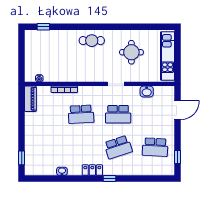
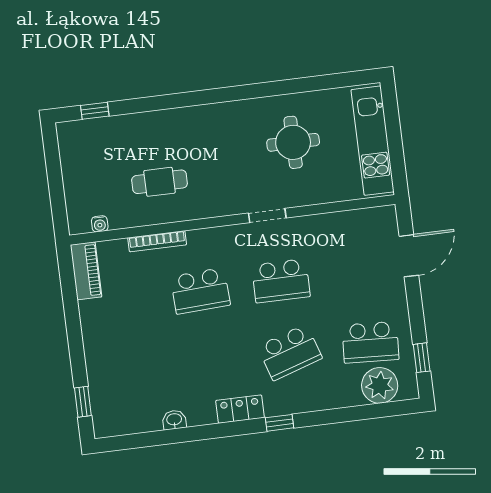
cafe table: (92, 41) -> (160, 182), moved
washbasin: (147, 92) -> (337, 224), removed
plant: (157, 167) -> (380, 385), added

